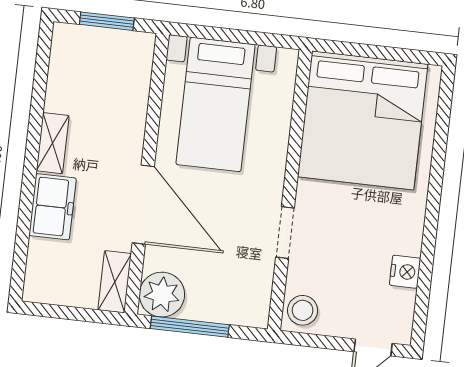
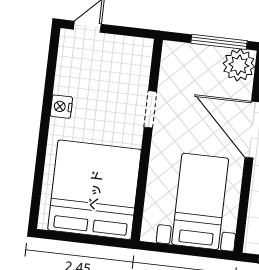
nightstand: (405, 272) -> (61, 107), moved
stool: (303, 310) -> (138, 53), removed

